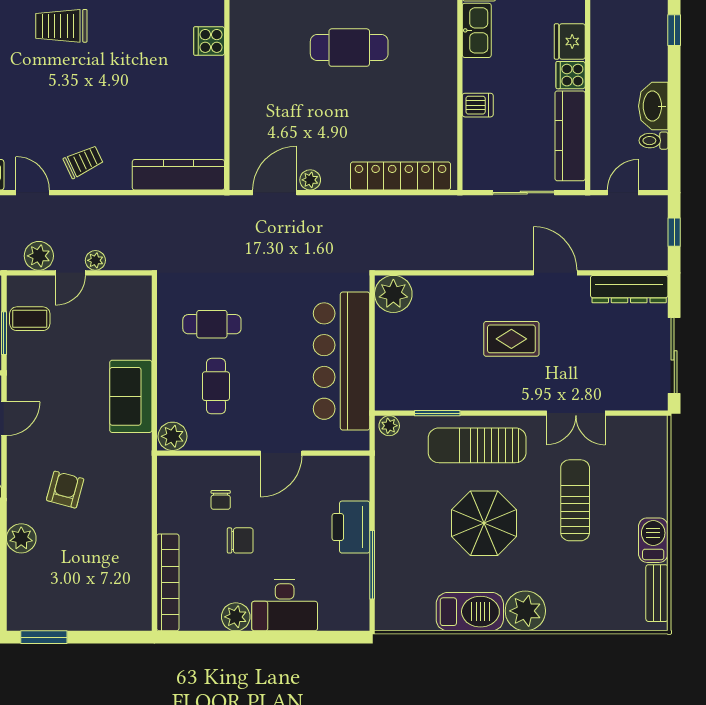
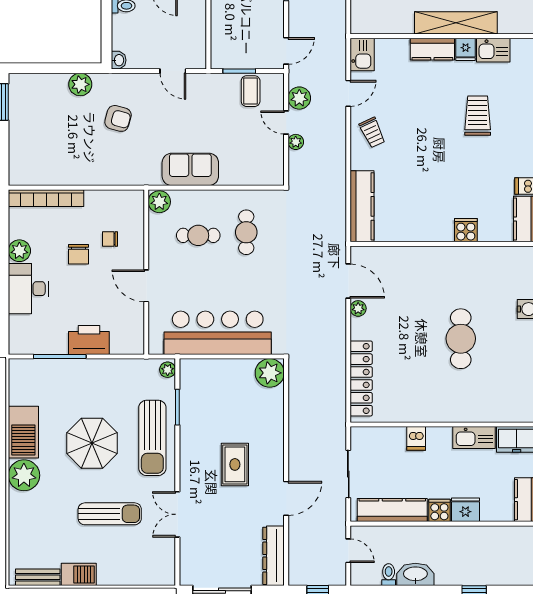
sun lounger: (477, 445) -> (152, 438), turned 180

